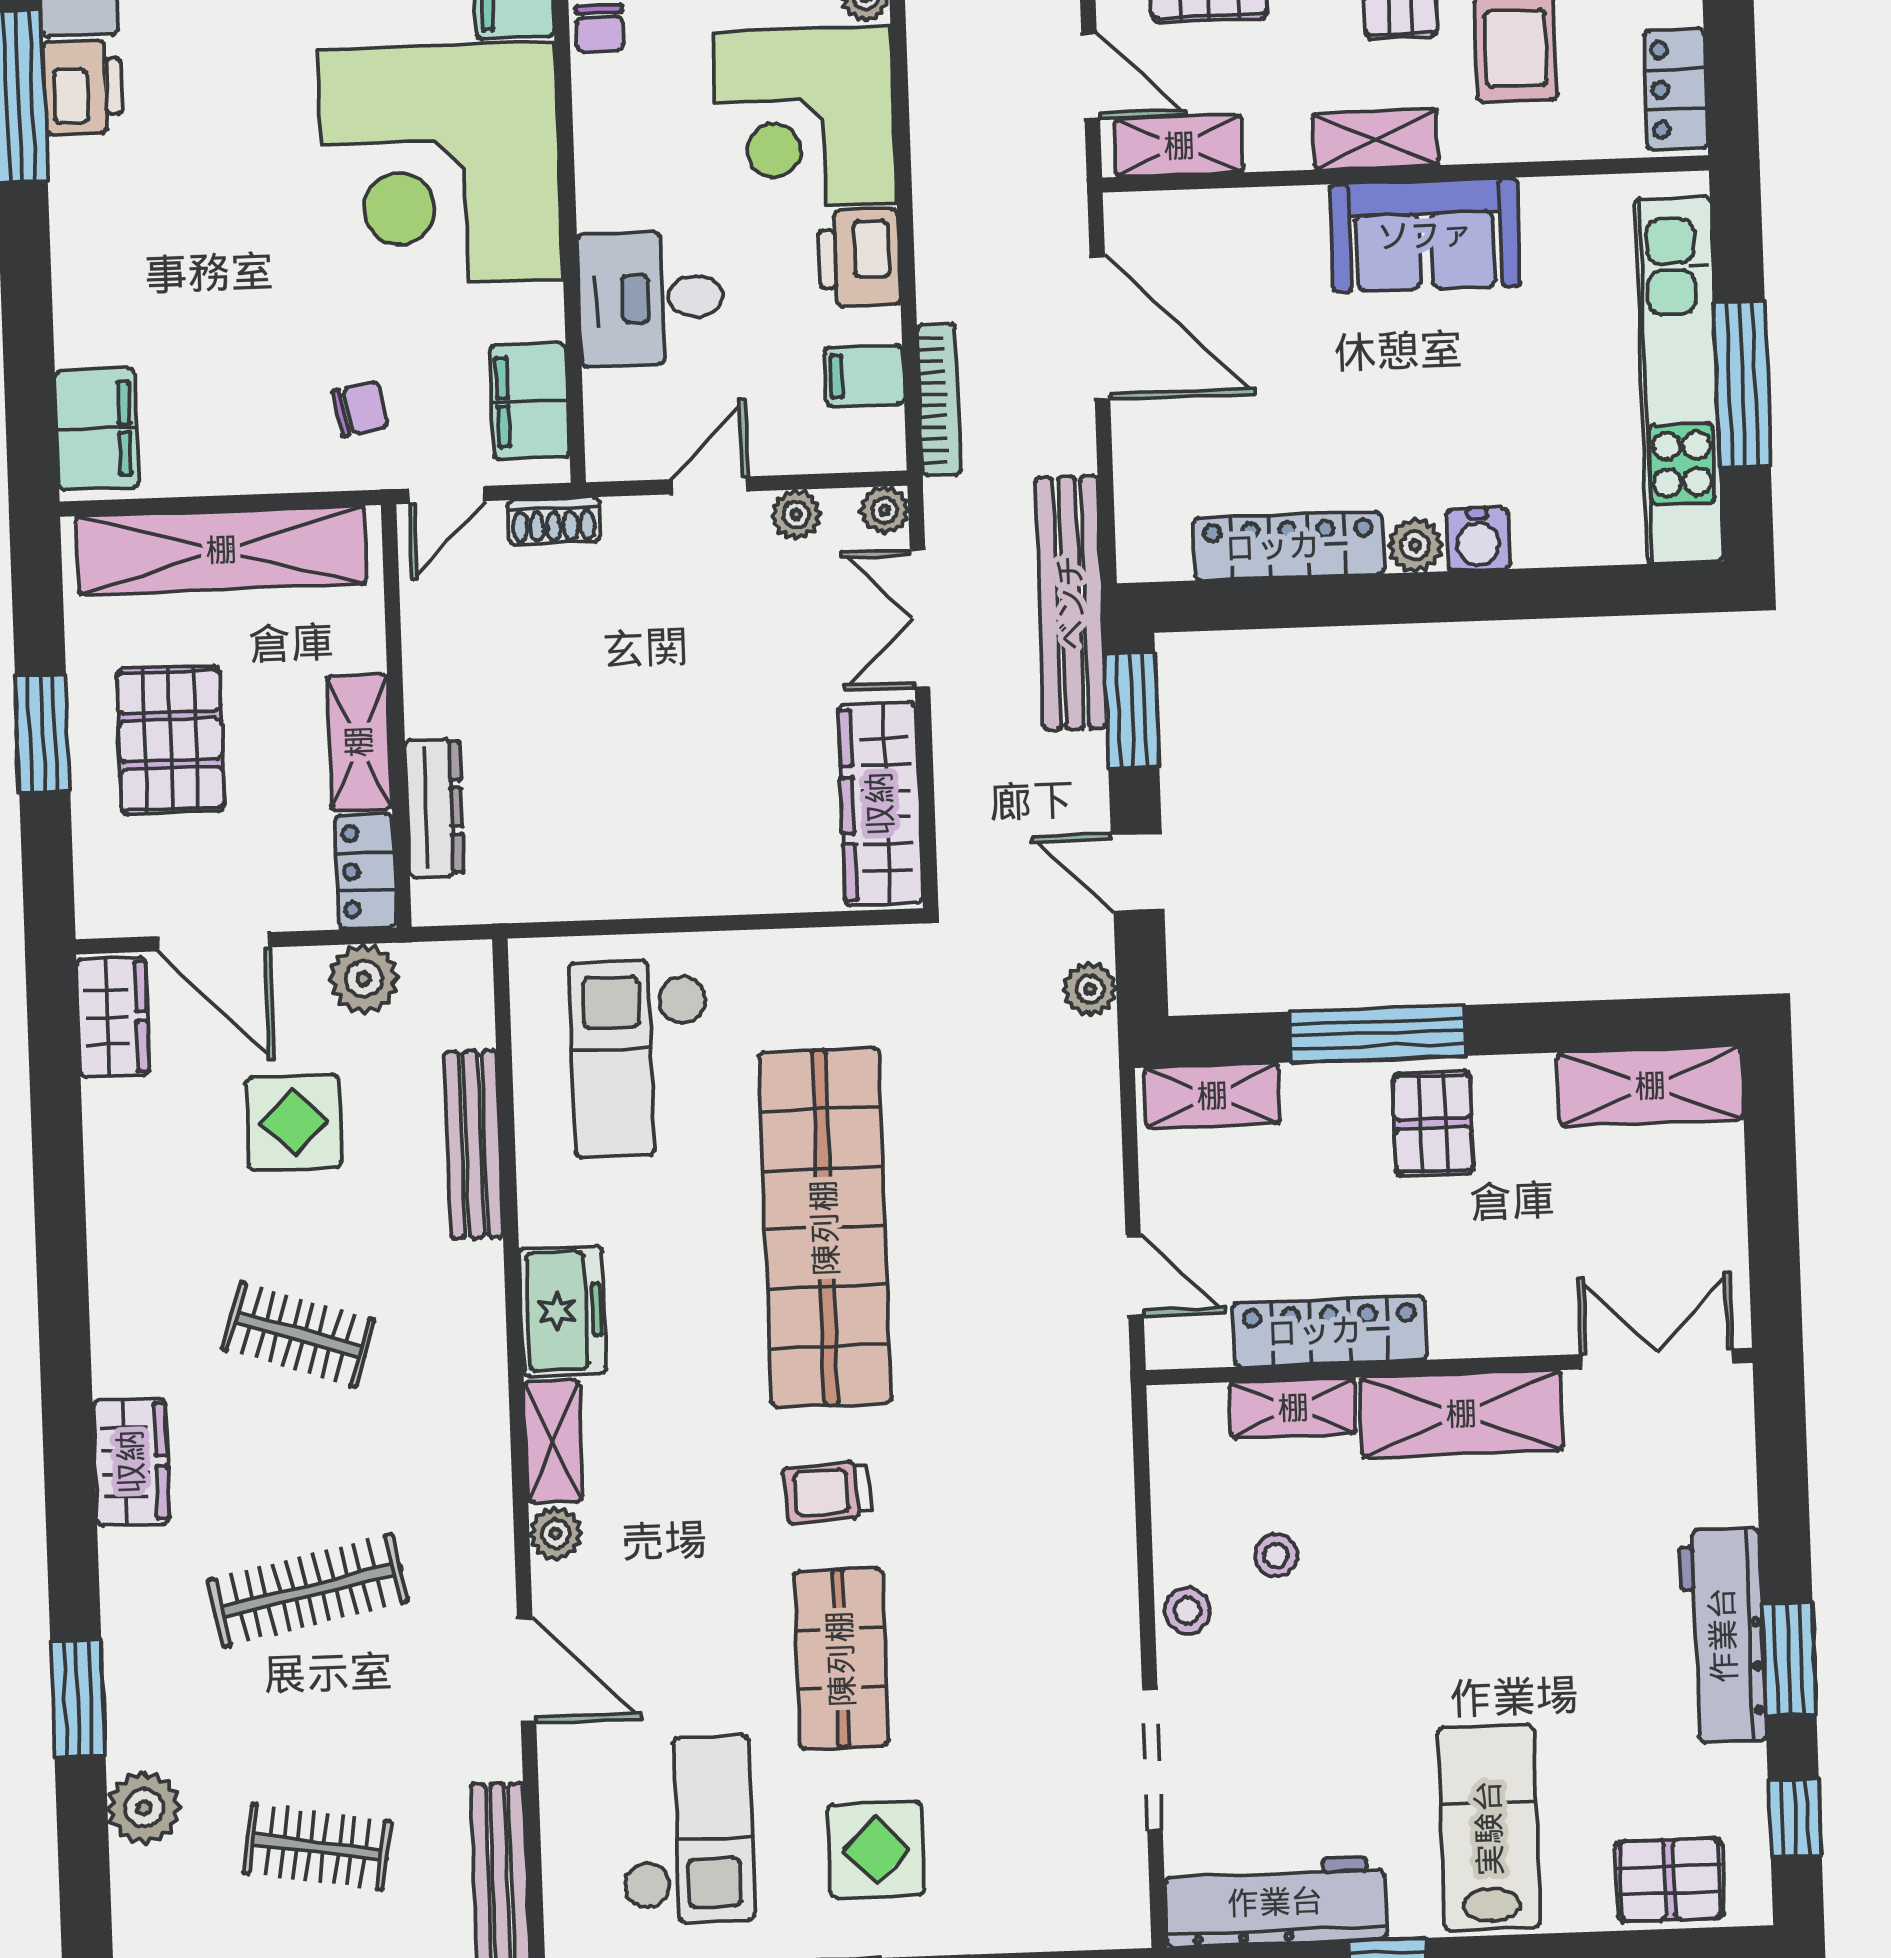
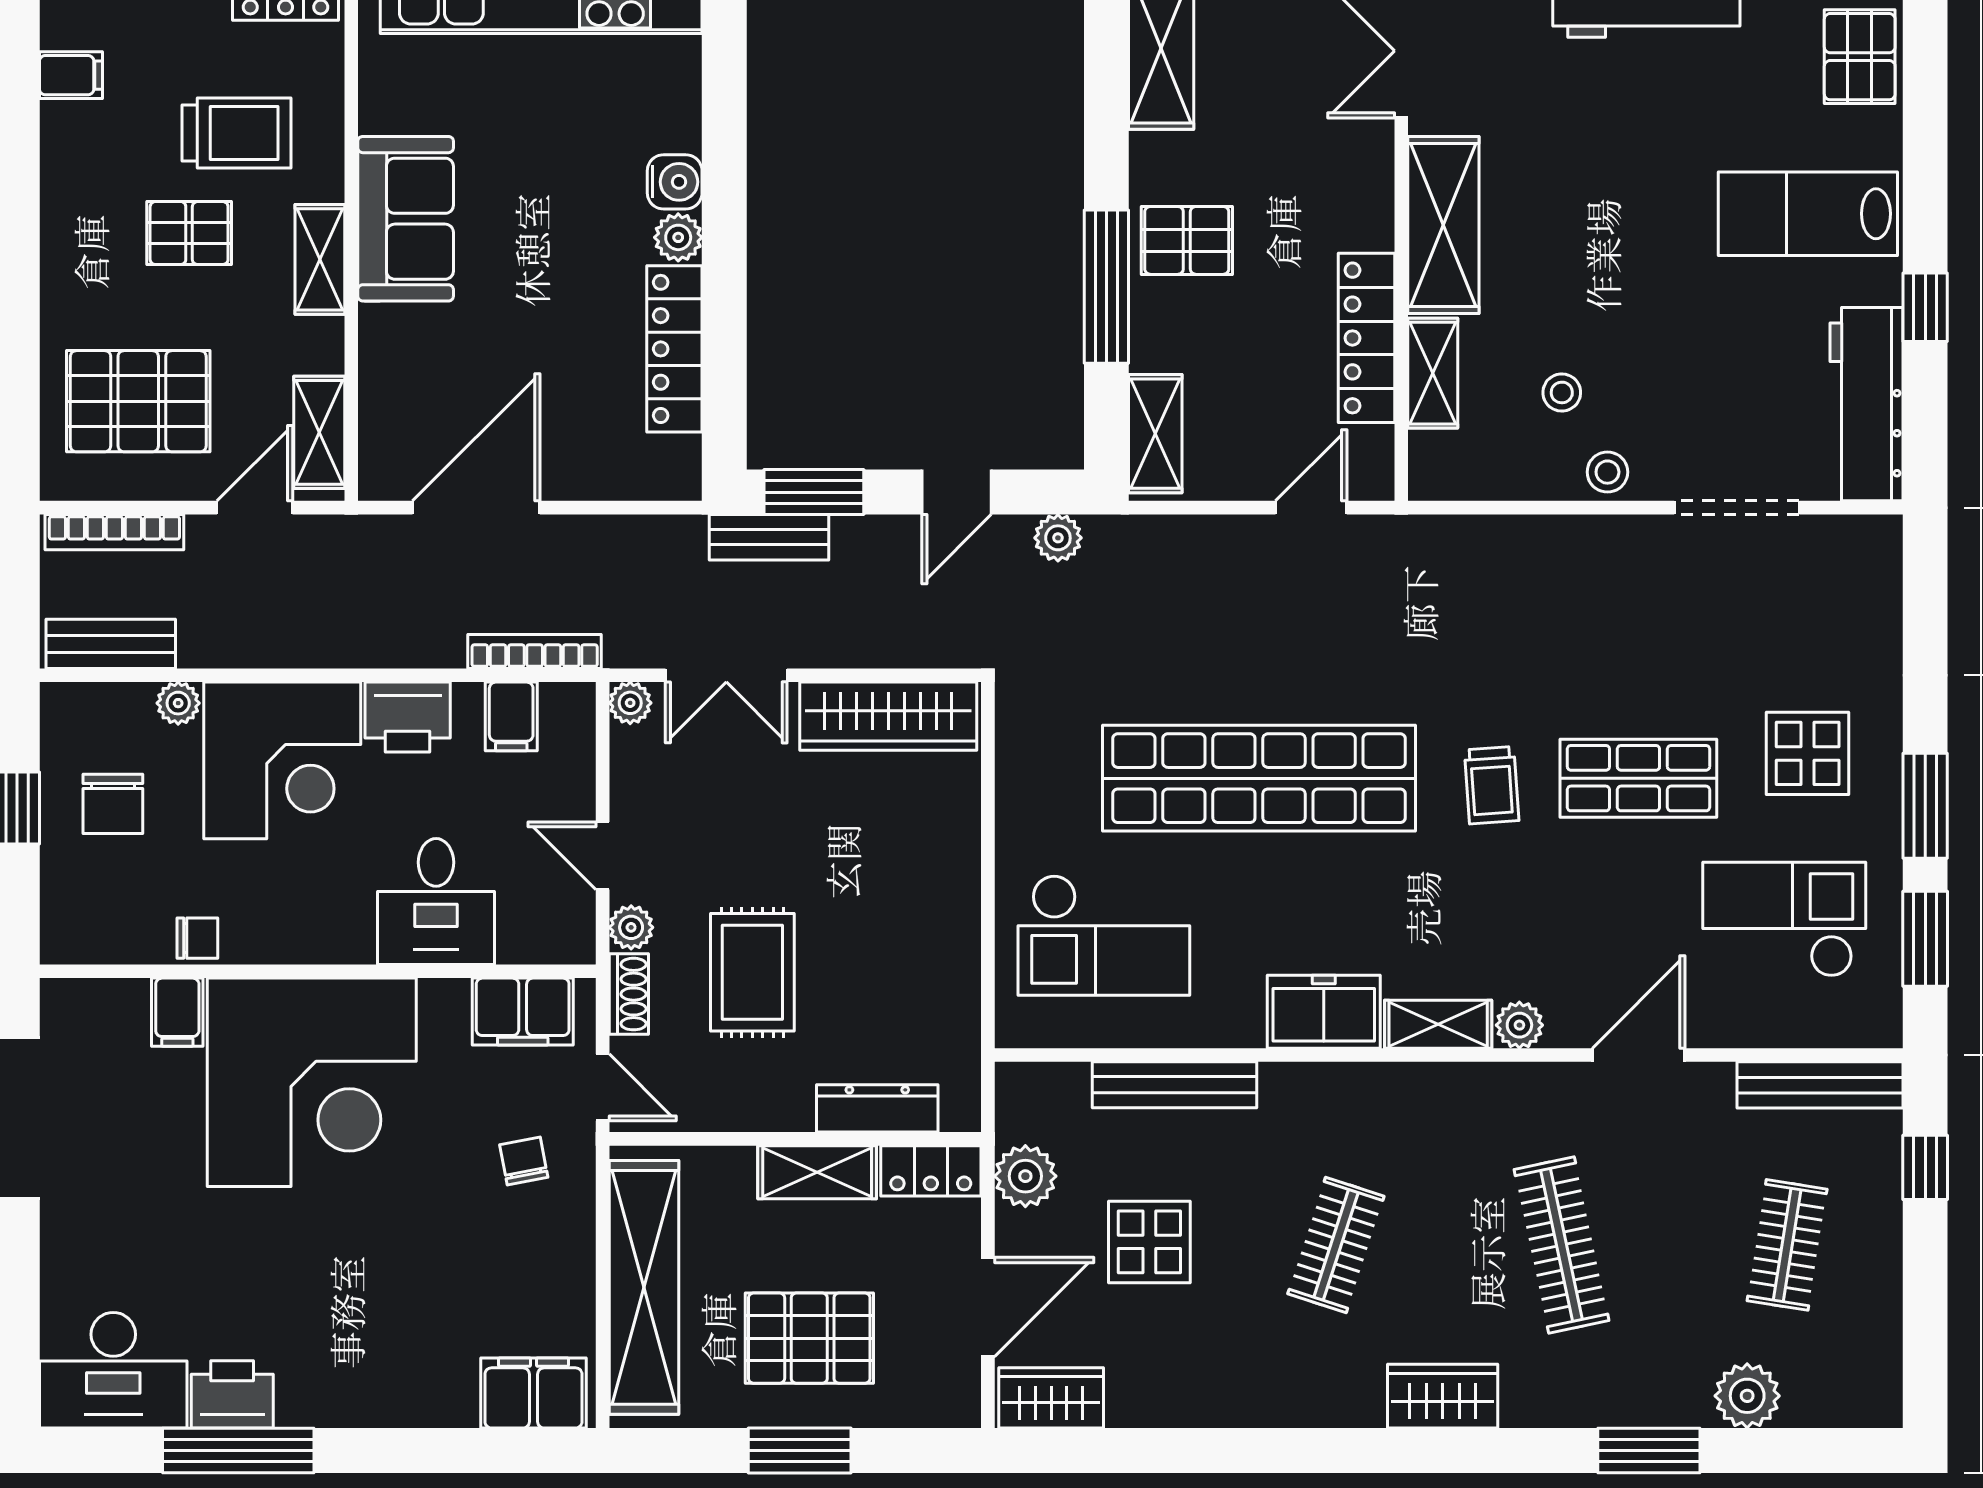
plant: (796, 515) -> (631, 927), moved
bench: (1071, 603) -> (769, 537), width x0.54, depth x0.82
rug: (584, 660) -> (752, 972), added

